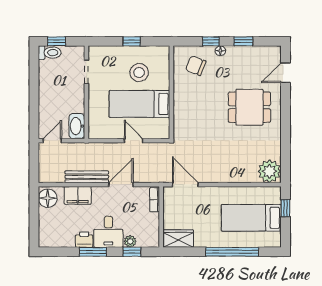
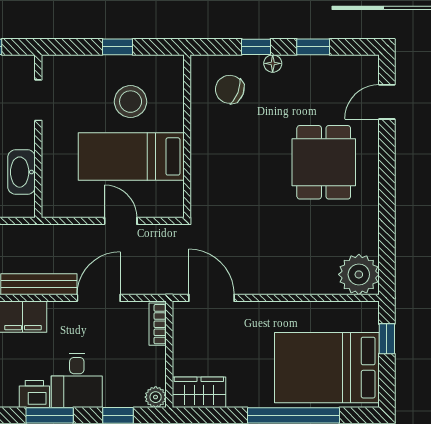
dining table: (249, 107) -> (324, 162), turned 90
washbasin: (77, 126) -> (22, 172), moved
bed: (251, 218) -> (327, 368), width x1.50
plant: (130, 241) -> (156, 397), moved

